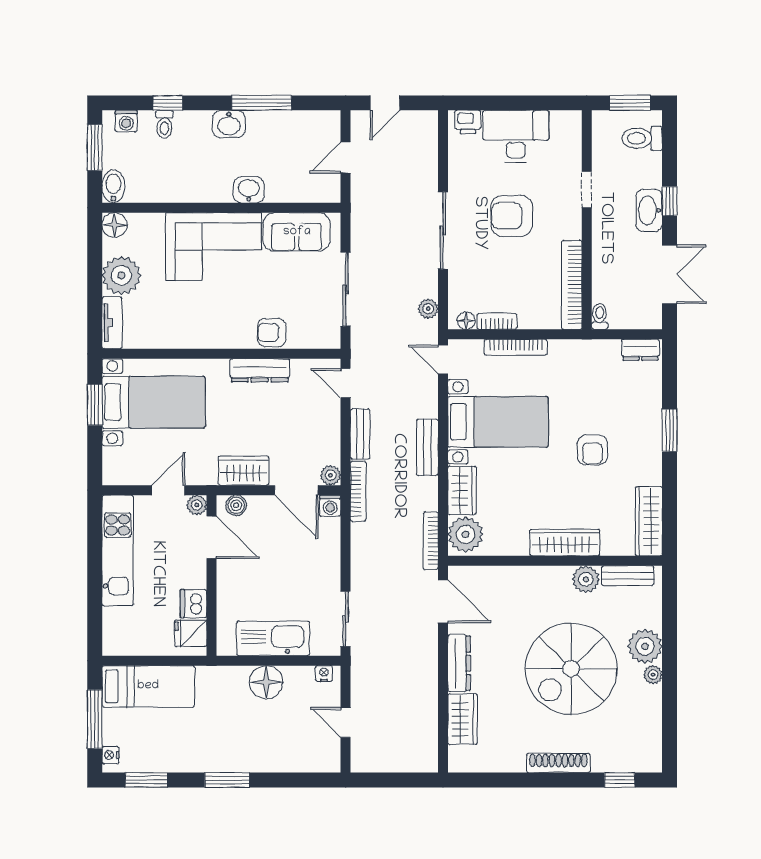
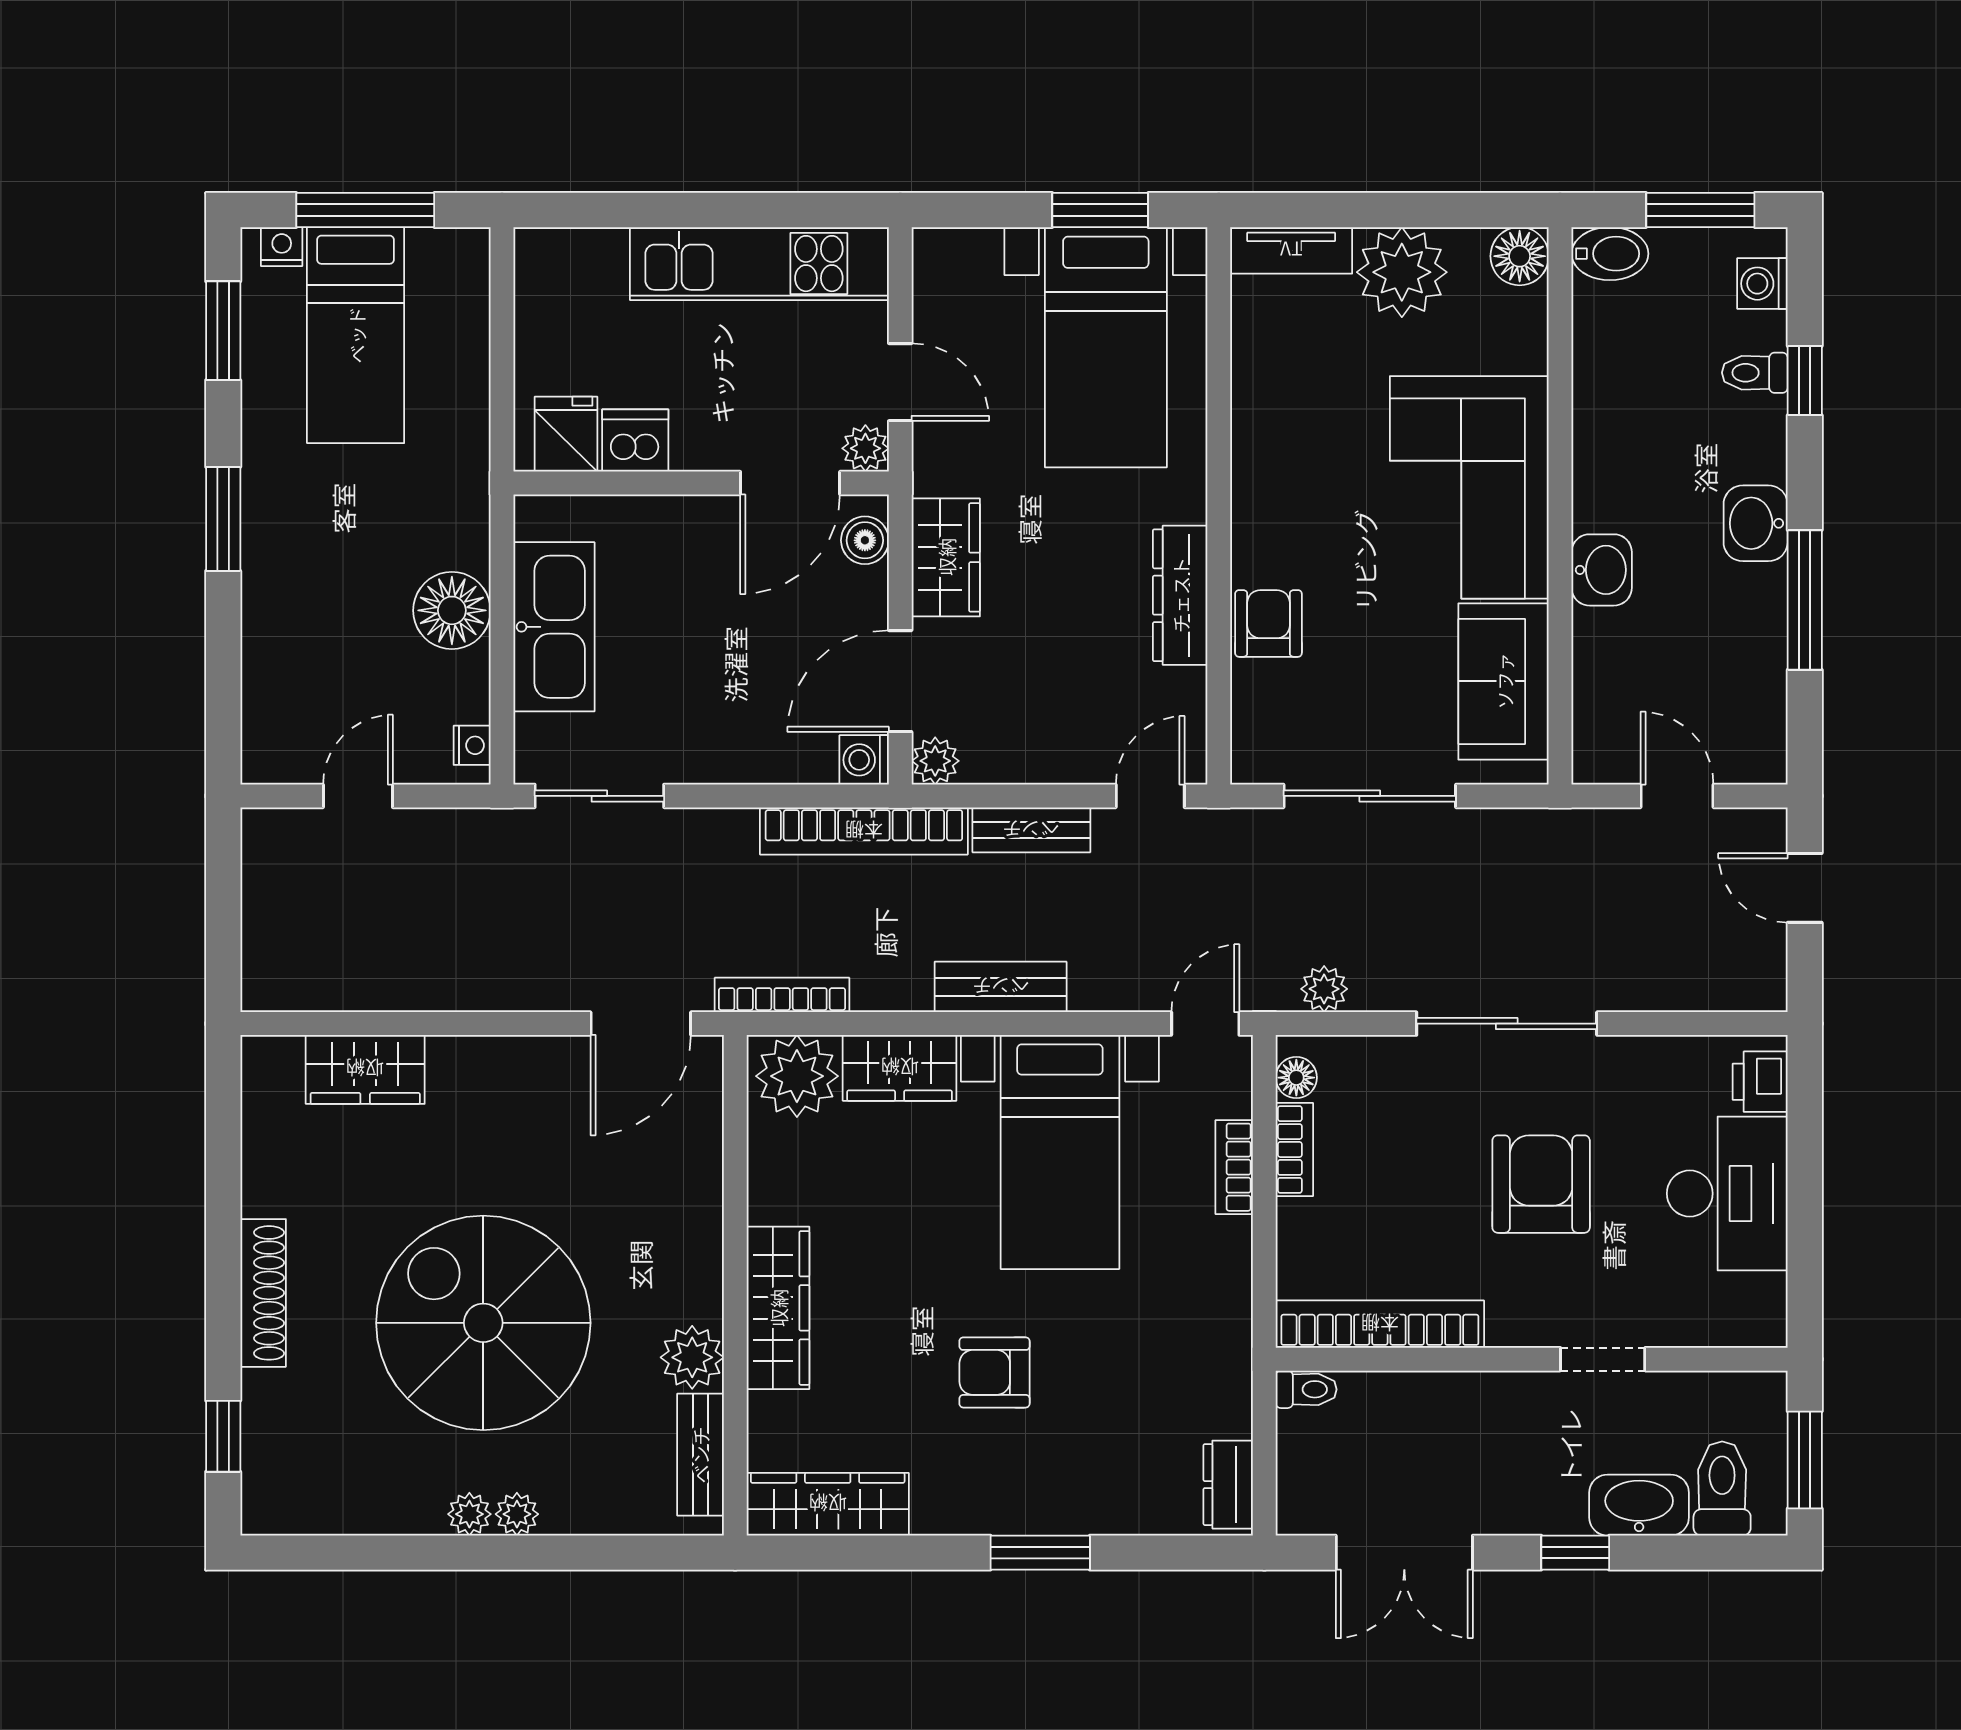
washbasin: (649, 210) -> (1639, 1505), moved
bookcase: (516, 347) -> (1234, 1167), width x0.64
bookcase: (358, 491) -> (864, 831), width x1.48, depth x1.31
plant: (645, 646) -> (517, 1514), width x0.53, depth x0.53
dresser: (459, 663) -> (496, 1061), removed
bed: (148, 686) -> (356, 335), moved

